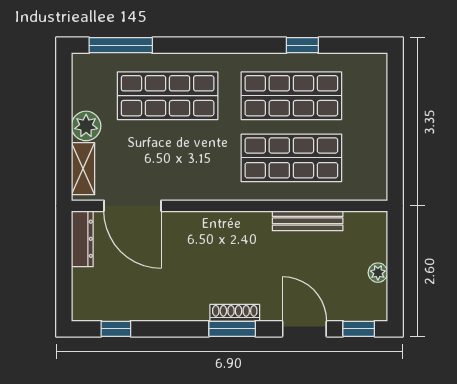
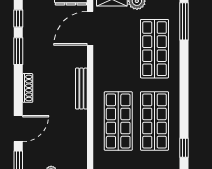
window: (302, 45) -> (184, 148), moved
bench: (308, 221) -> (81, 89), moved
window: (232, 329) -> (18, 51), moved

